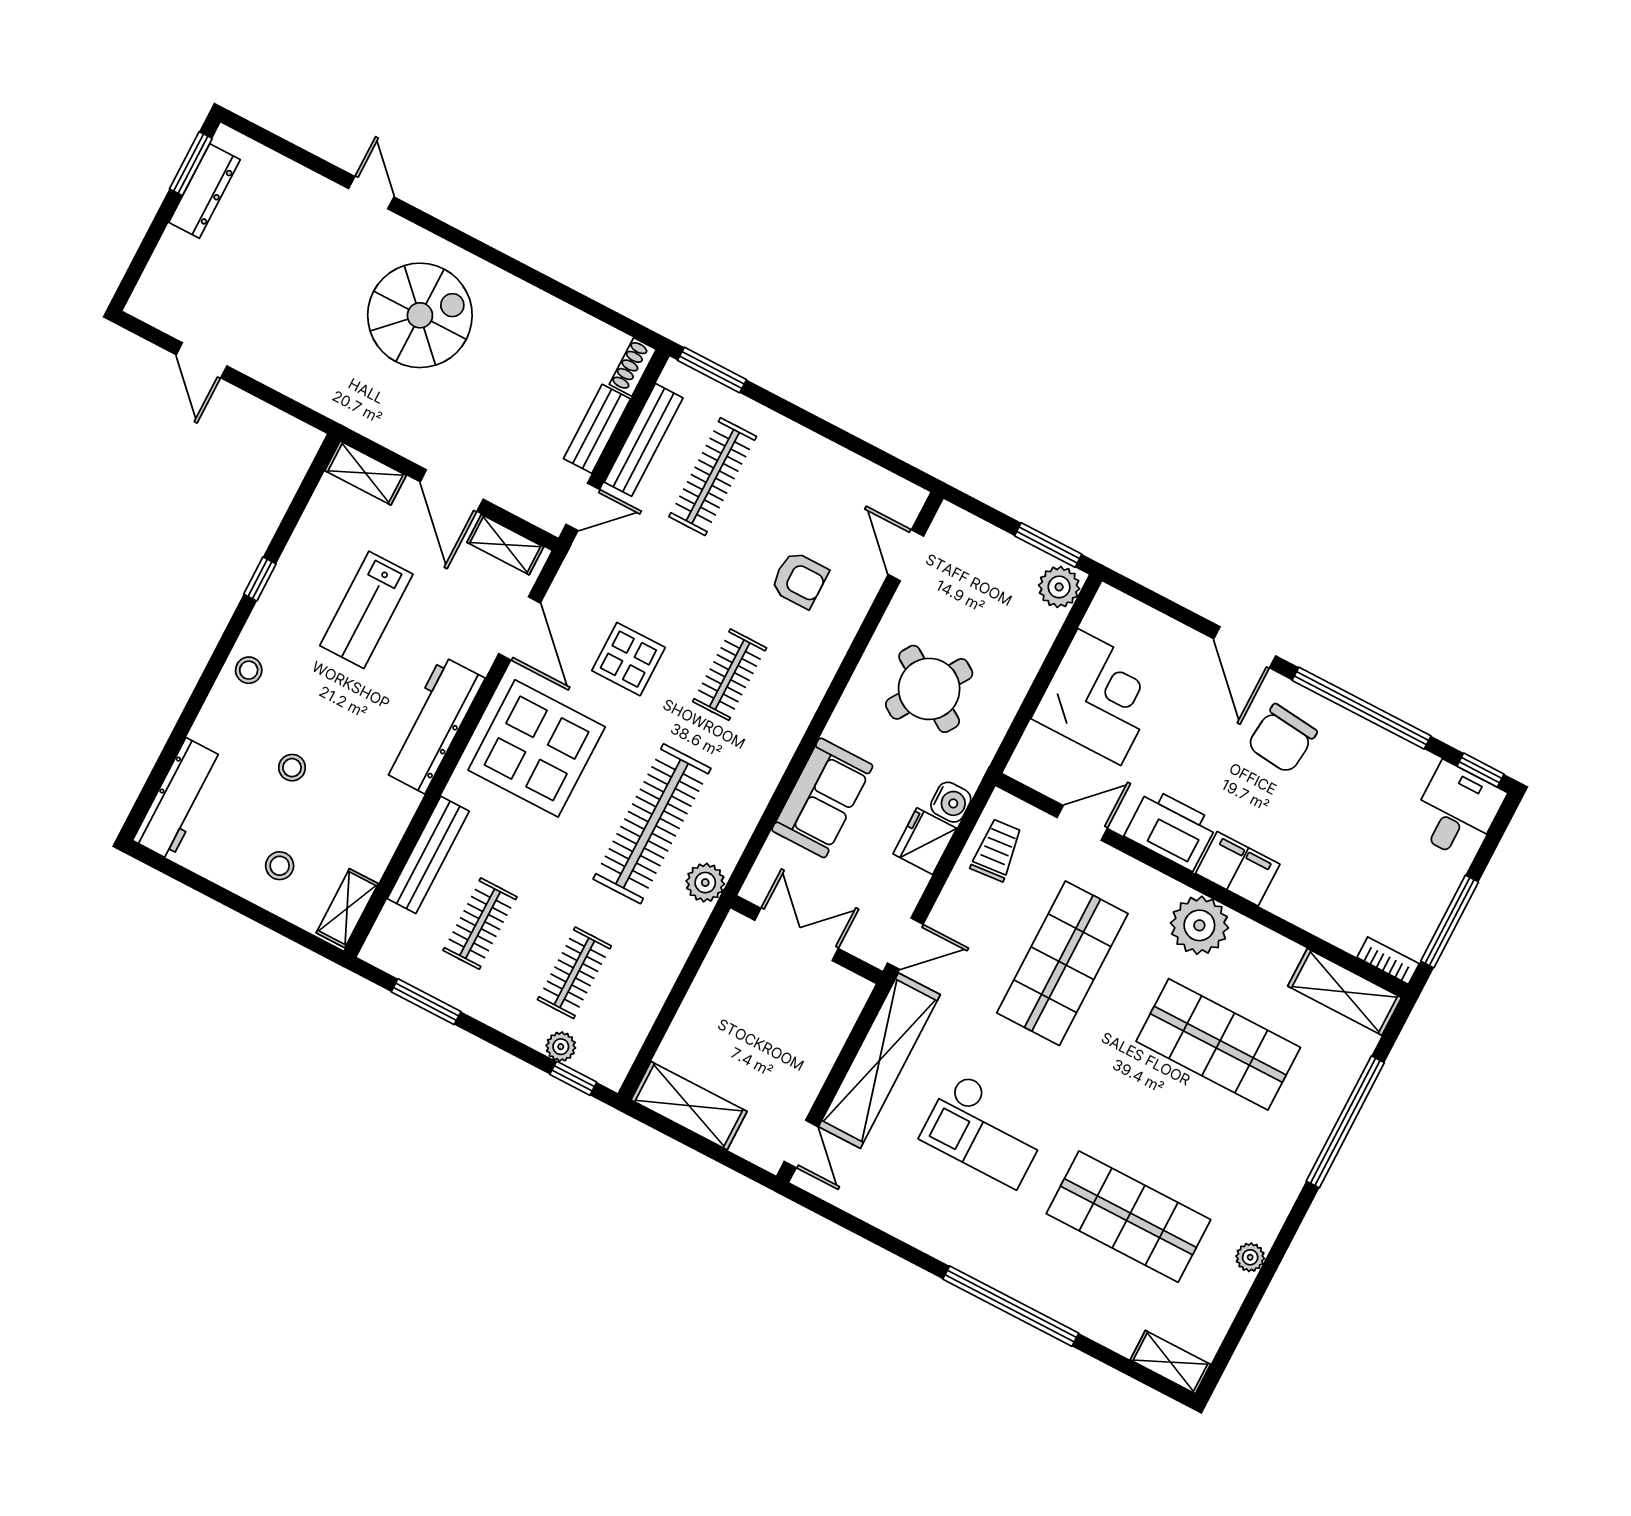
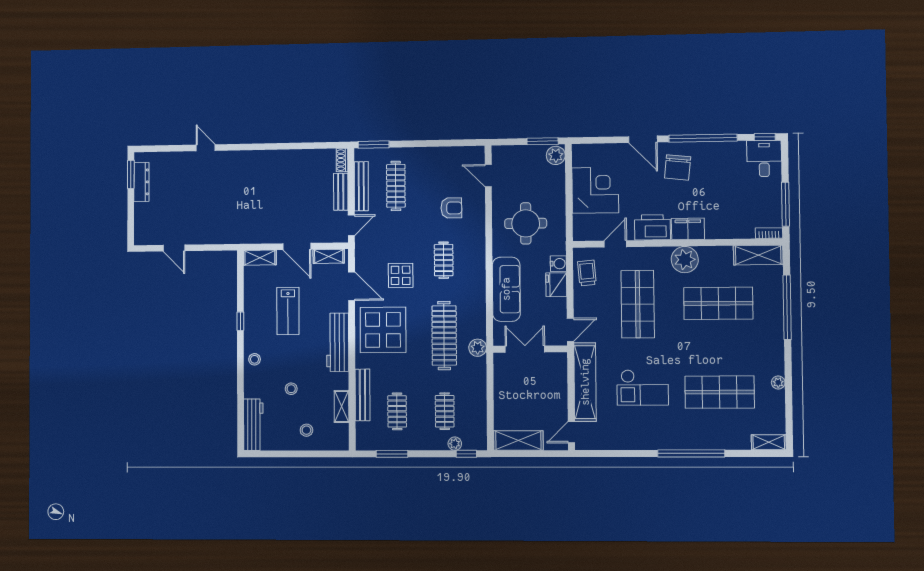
spiral stairs: (420, 315) -> (249, 185), removed
round table: (929, 689) -> (526, 223), turned -33
sofa: (822, 798) -> (506, 289), width x1.36
shelving: (347, 908) -> (342, 406), moved
door: (801, 1144) -> (571, 432), swing flipped

